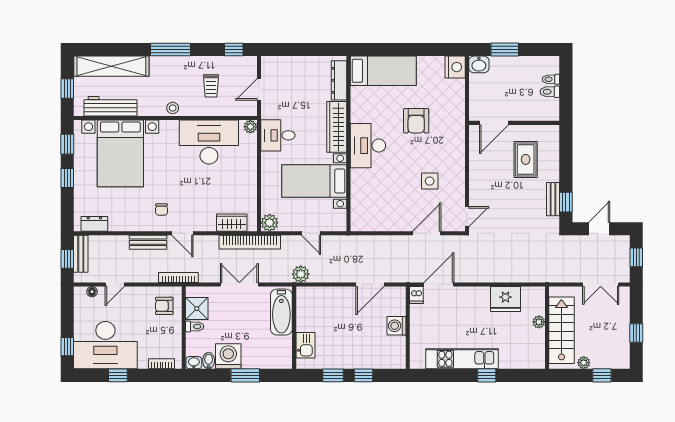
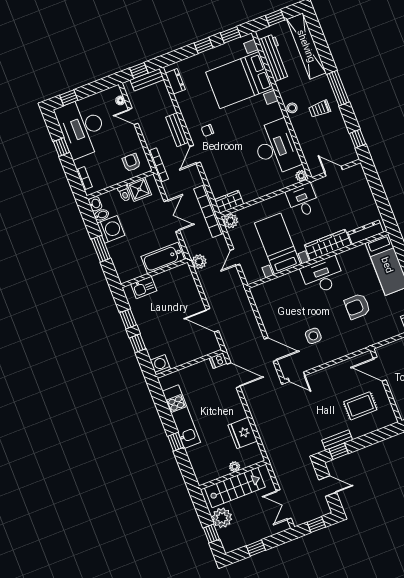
trolley: (211, 86) -> (320, 109), moved
wardrobe: (232, 223) -> (229, 202), moved, turned -90
washing machine: (397, 326) -> (160, 365), moved
plant: (584, 363) -> (222, 518), width x1.88, depth x1.88

